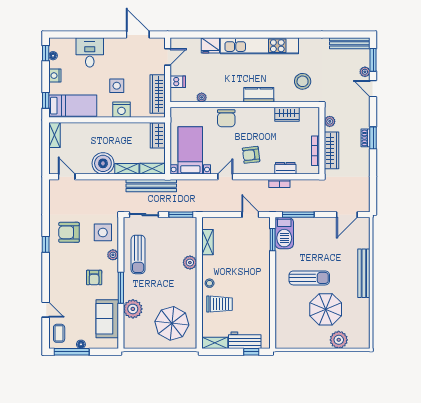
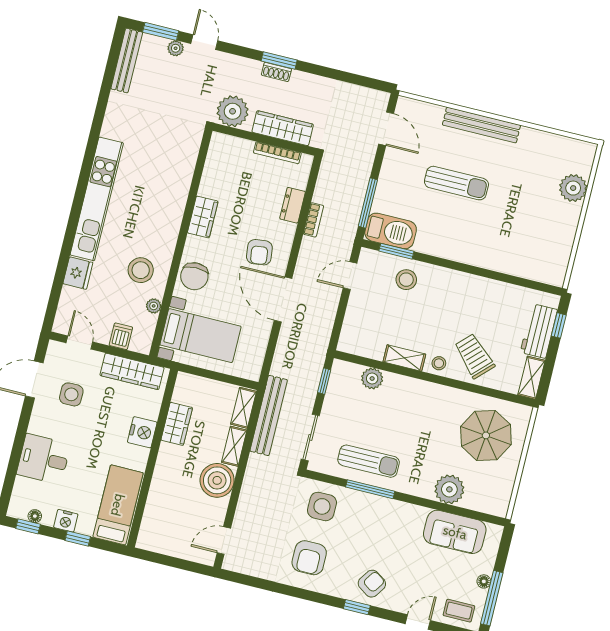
stool: (303, 81) -> (141, 270), moved
side table: (117, 86) -> (71, 394), moved
door: (373, 89) -> (204, 42), swing flipped
kitchen counter: (259, 95) -> (171, 218), removed
window: (46, 100) -> (78, 539), moved
wardrobe: (287, 114) -> (203, 217), moved
chair: (226, 118) -> (194, 276), turned 90
plant: (330, 121) -> (233, 111), width x1.87, depth x1.87
shelving: (54, 135) -> (156, 543), removed
wardrobe: (158, 136) -> (177, 424), moved, turned -90
bed with nightstands: (190, 150) -> (201, 336), moved, turned 180
door: (225, 177) -> (283, 299), width x1.87
window: (181, 215) -> (324, 381), width x0.67
shelving: (207, 242) -> (404, 358), moved
window: (46, 244) -> (357, 607), moved
stool: (256, 250) -> (406, 280), added
plant: (113, 255) -> (360, 499), removed
plant: (190, 263) -> (372, 378), moved
armchair: (94, 277) -> (372, 584), moved, turned -56
sun lounger: (309, 278) -> (456, 183), moved, turned 90
window: (121, 288) -> (370, 489), moved
trolley: (219, 304) -> (474, 356), turned -45
parasol: (326, 309) -> (522, 197), removed

